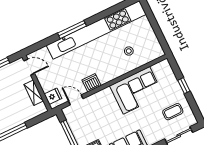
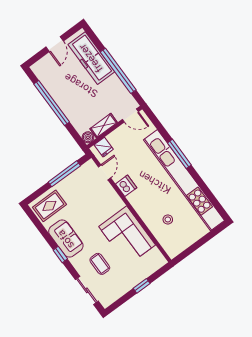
door: (29, 67) -> (130, 115), hinge flipped
boiler: (42, 109) -> (88, 137), added
coffee table: (173, 112) -> (100, 264), moved

